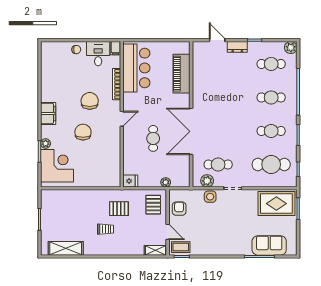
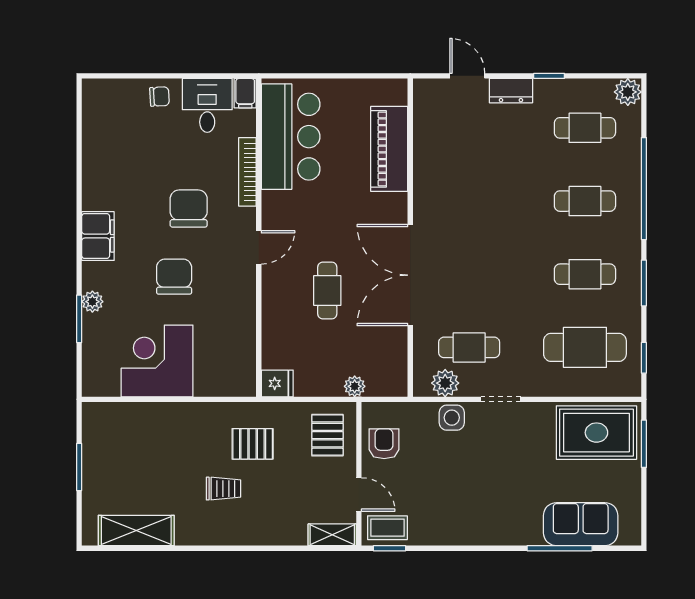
corner desk: (57, 166) -> (157, 361), moved, turned -90

